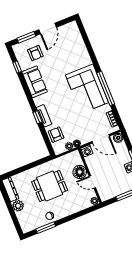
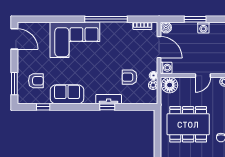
door: (48, 29) -> (14, 39), moved
corner sofa: (87, 89) -> (75, 40), moved
armchair: (56, 135) -> (129, 77), moved
door: (101, 139) -> (159, 47), hinge flipped
floor lamp: (80, 172) -> (170, 85), moved
dining table: (50, 186) -> (188, 124), width x1.37

